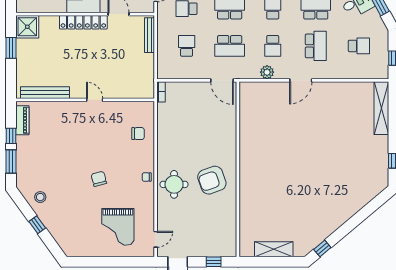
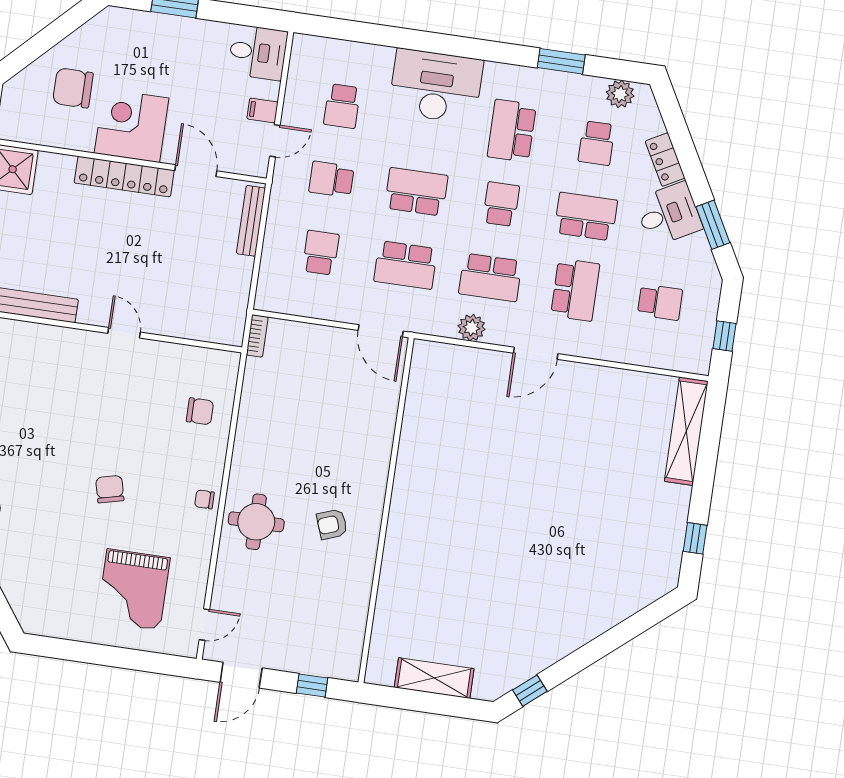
school desk: (273, 46) -> (490, 277), width x1.85
armchair: (212, 180) -> (332, 524), width x0.53, depth x0.53

